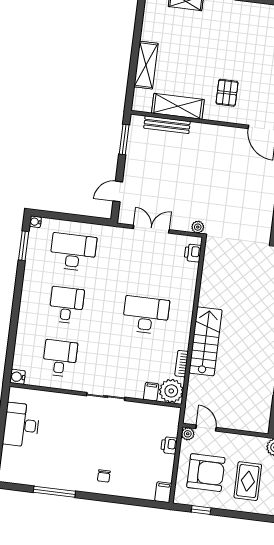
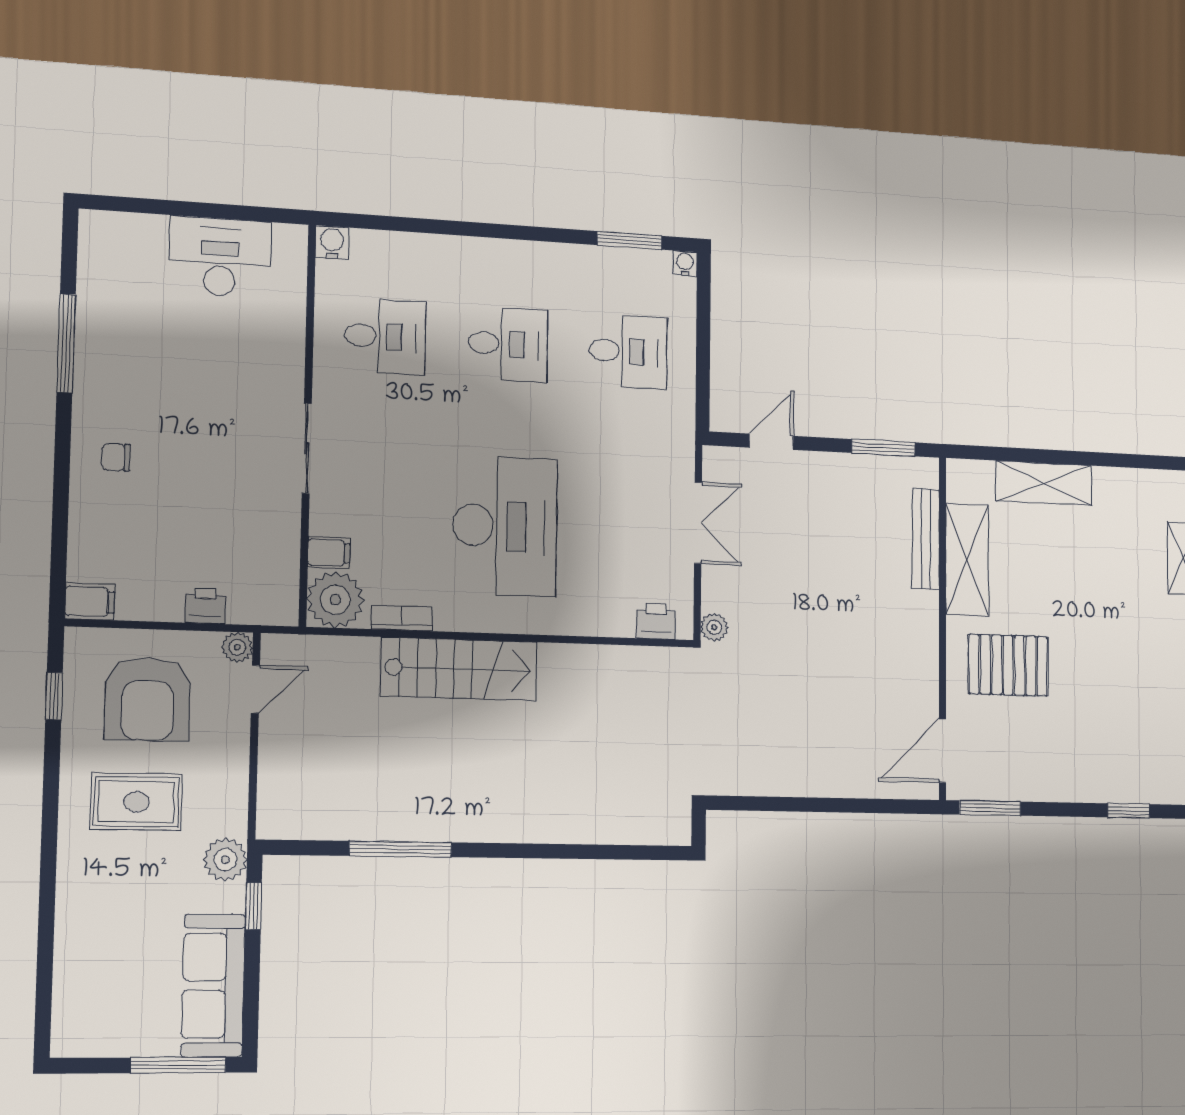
pallet: (227, 93) -> (1008, 665), width x1.50, depth x1.42
door: (118, 191) -> (771, 442), hinge flipped
desk: (73, 252) -> (628, 351), width x0.73
desk: (146, 315) -> (505, 526), width x1.36, depth x1.30

